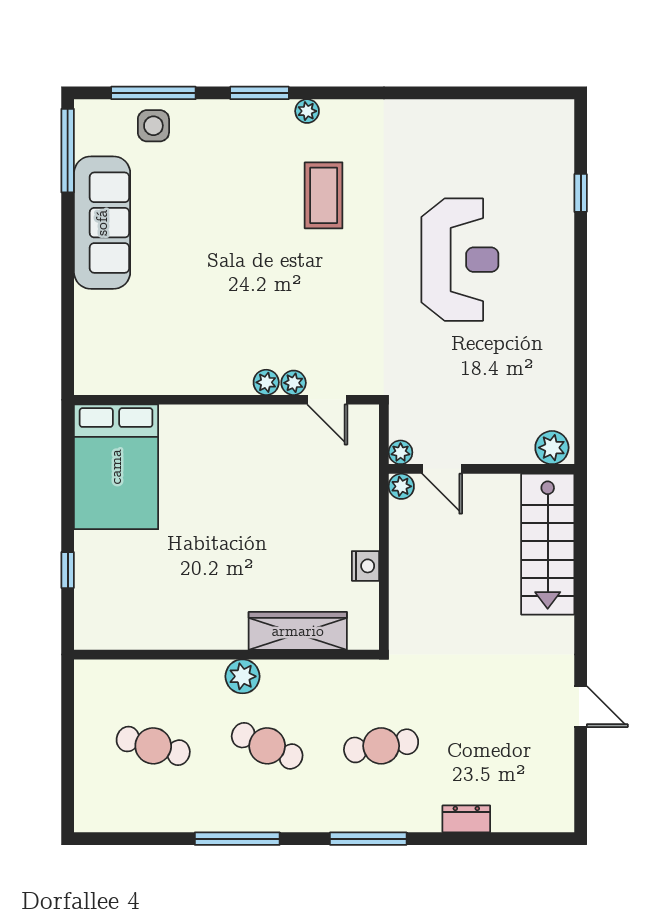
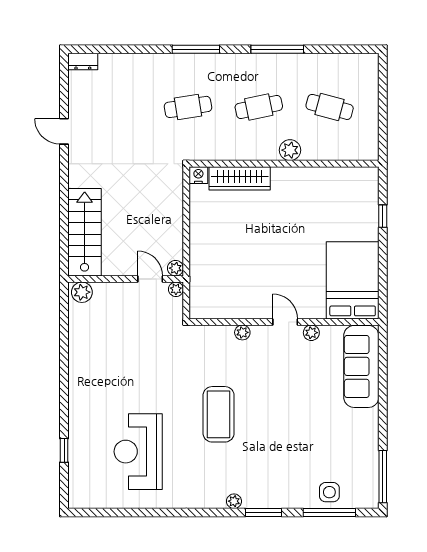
coffee table: (324, 195) -> (219, 414), moved, width x1.36, depth x1.32
sofa: (102, 223) -> (361, 366), moved
reception desk: (460, 260) -> (138, 452), moved
plant: (266, 382) -> (311, 333), moved
door: (327, 400) -> (285, 322), moved
nightstand: (365, 566) -> (198, 175), moved, turned 90
plant: (243, 676) -> (290, 150), moved
cafe table: (267, 746) -> (259, 107), turned -36
dresser: (466, 819) -> (83, 62), moved

